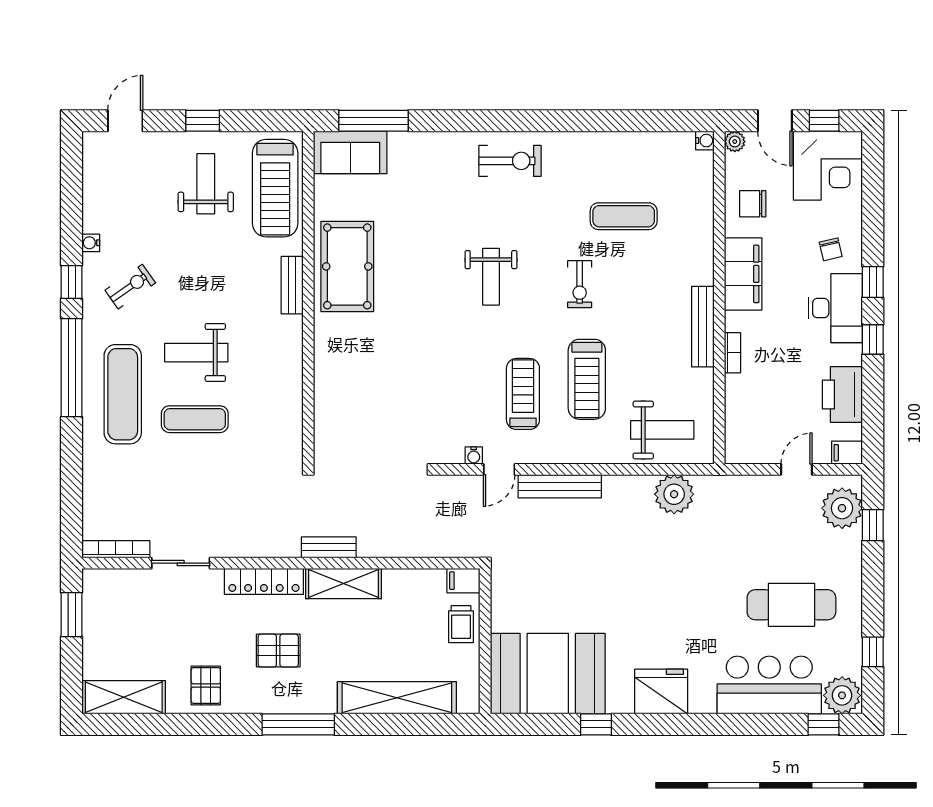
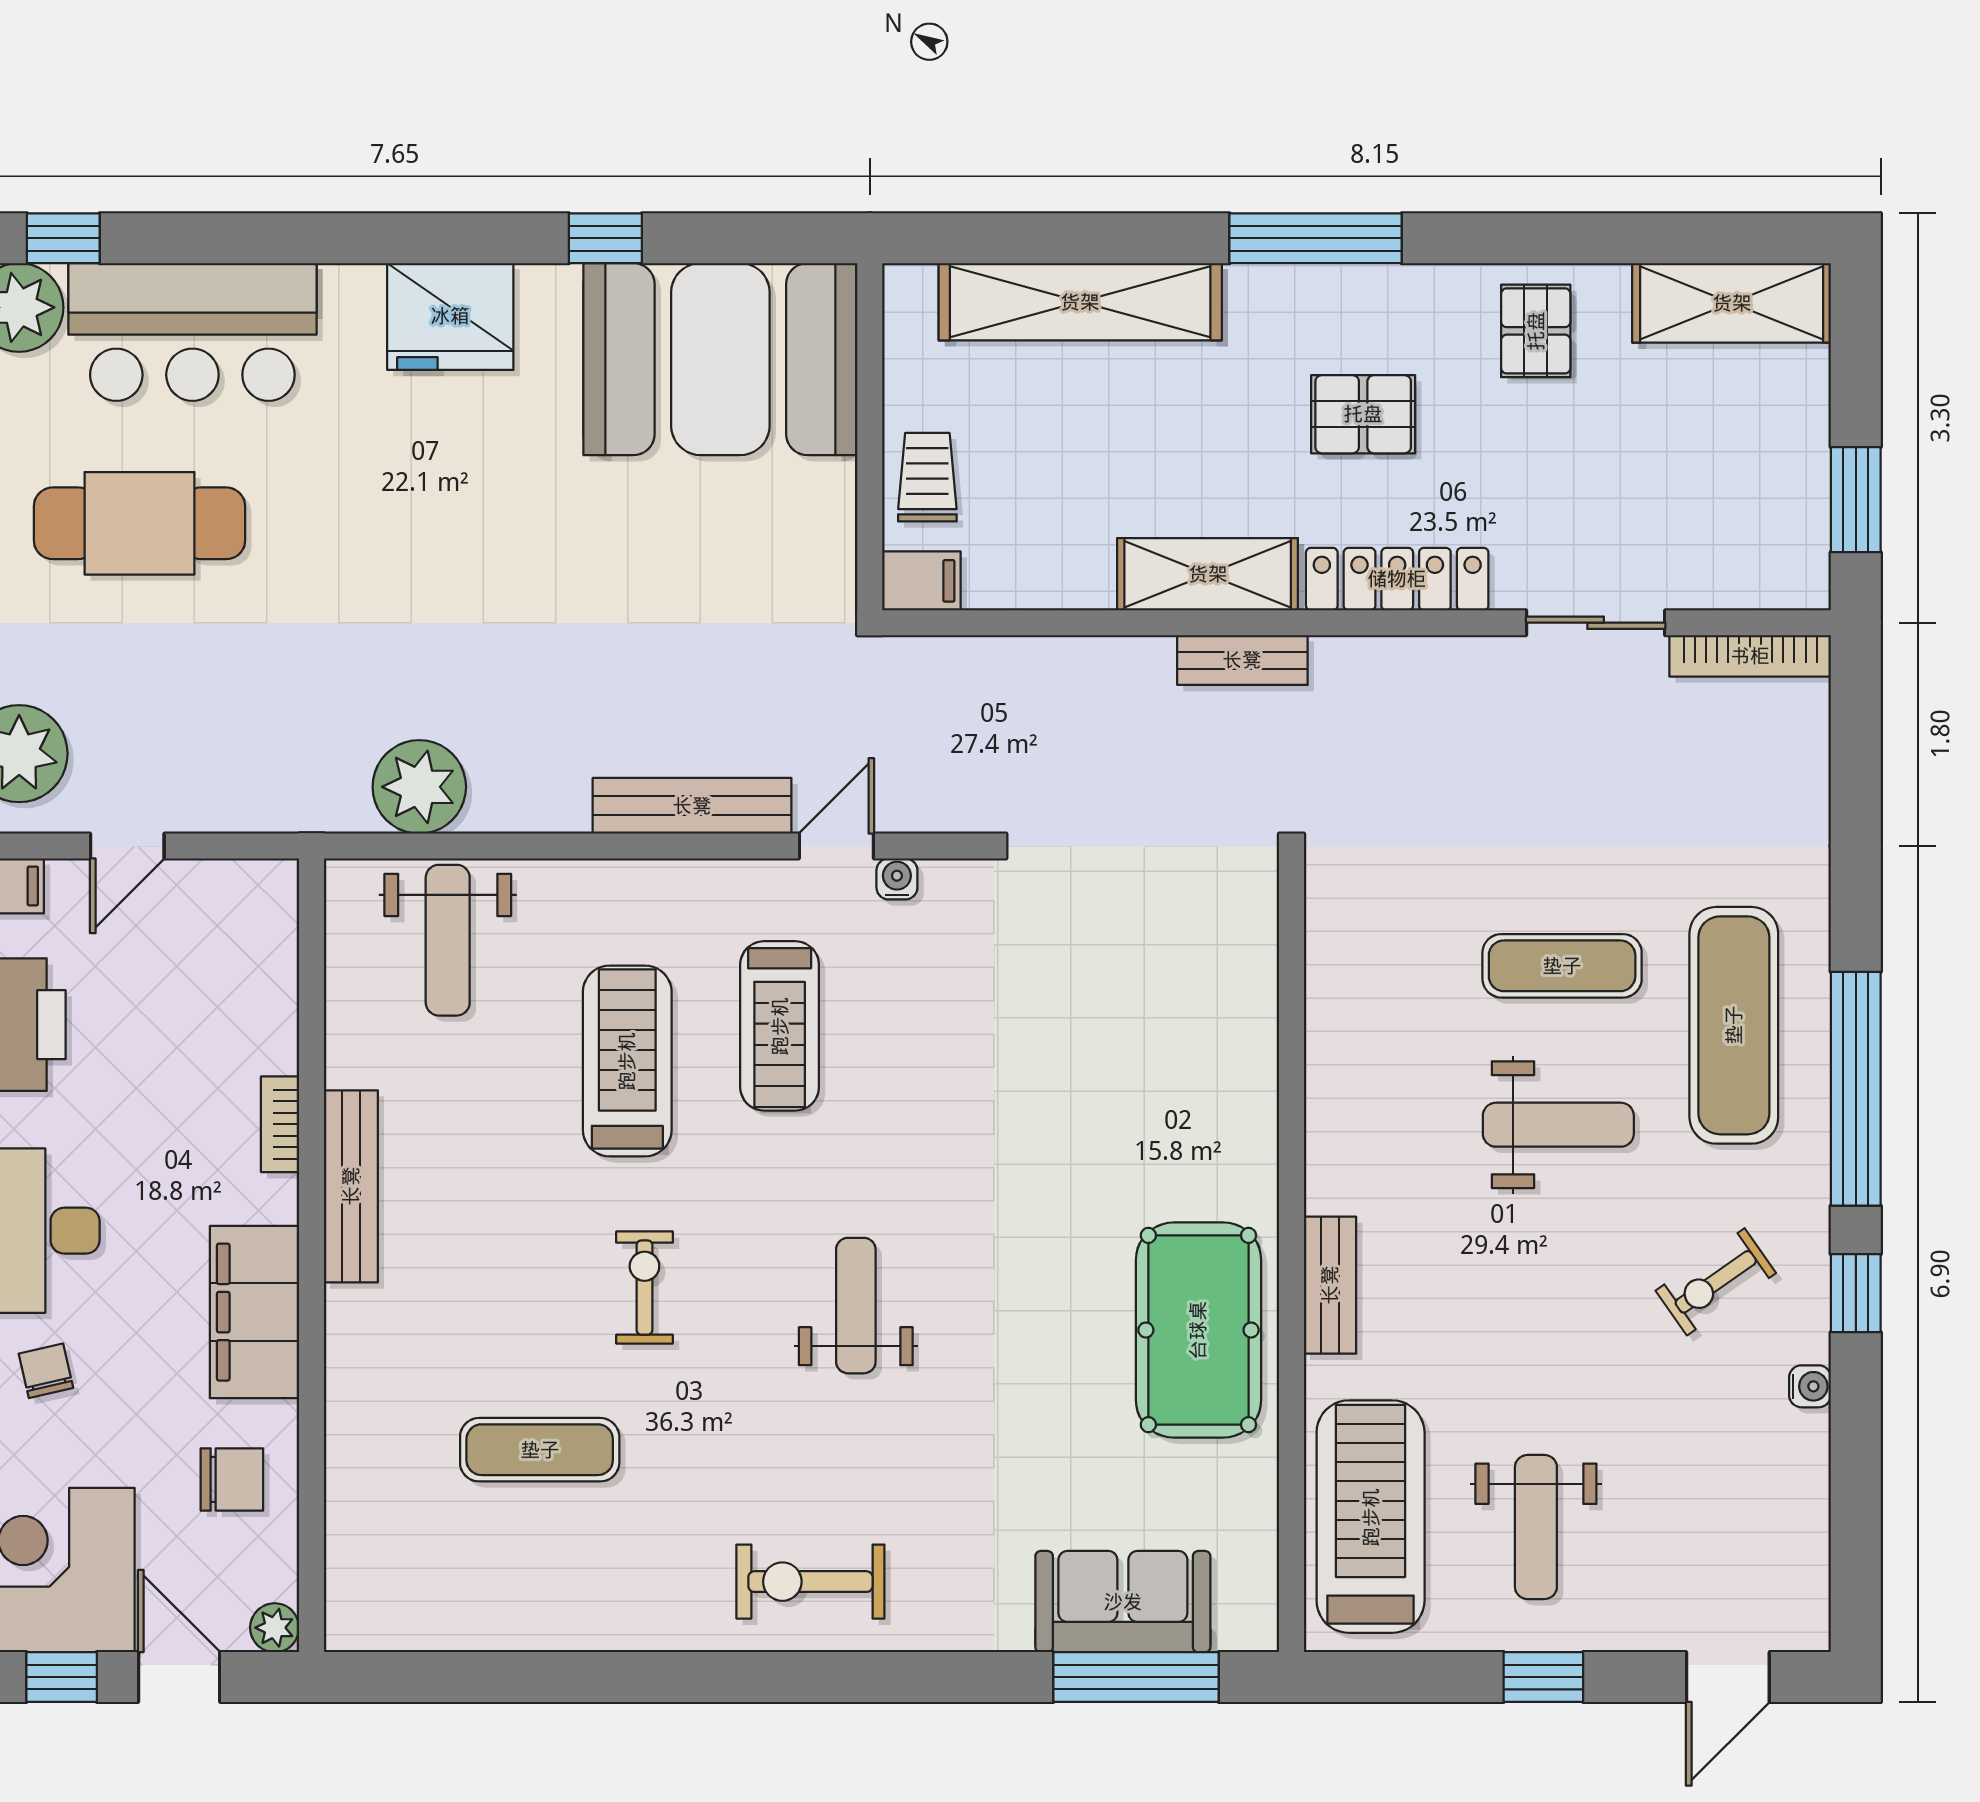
water cooler: (705, 141) -> (346, 1630), removed
sofa: (350, 152) -> (1123, 1602), moved
weight bench: (662, 430) -> (448, 940), turned -90

